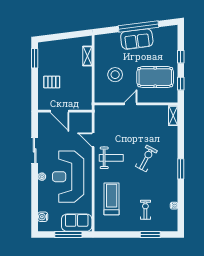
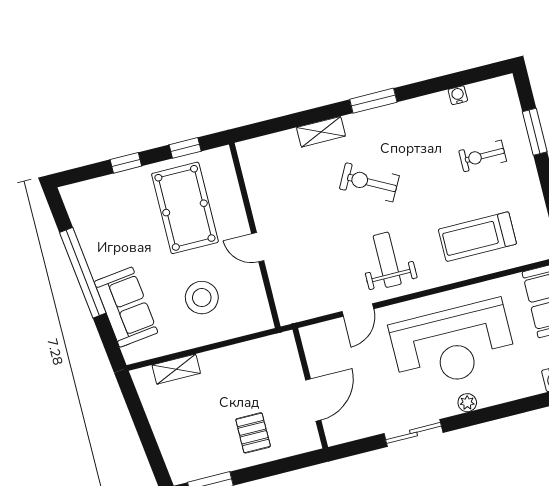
sofa: (137, 39) -> (126, 307), moved
shelving: (173, 116) -> (321, 132), moved

